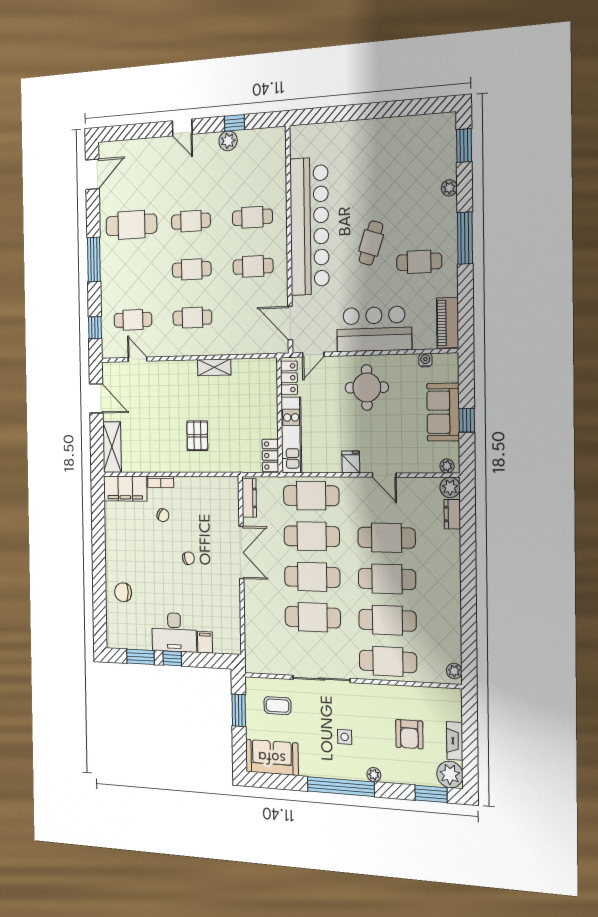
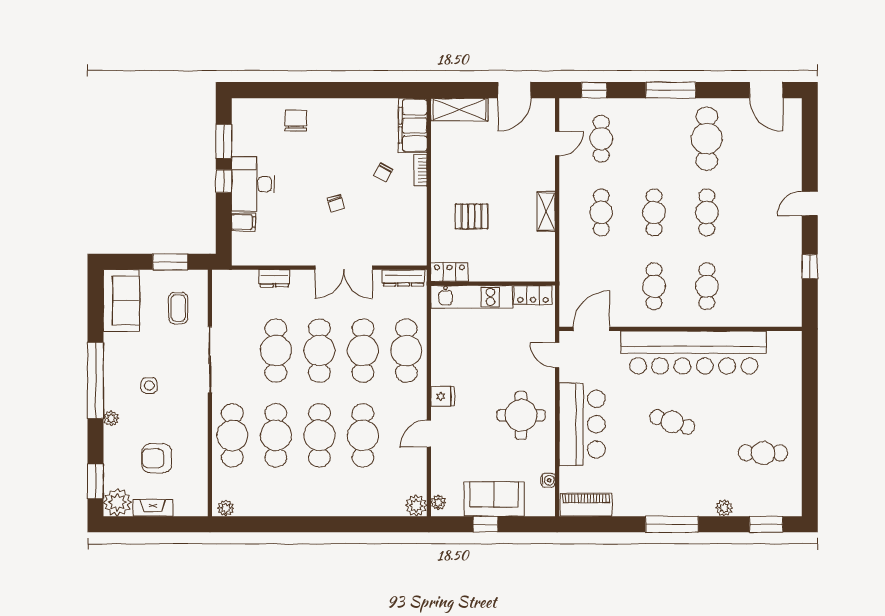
plant: (228, 141) -> (791, 259), removed
cafe table: (419, 262) -> (763, 453), moved, turned 90
shelving: (214, 367) -> (546, 211), moved
locker: (289, 378) -> (533, 295), moved
wall: (280, 415) -> (493, 283), moved
kitchen unit: (291, 435) -> (472, 297), moved
locker: (270, 455) -> (450, 272), moved
dresser: (452, 514) -> (274, 278), moved, turned 180

